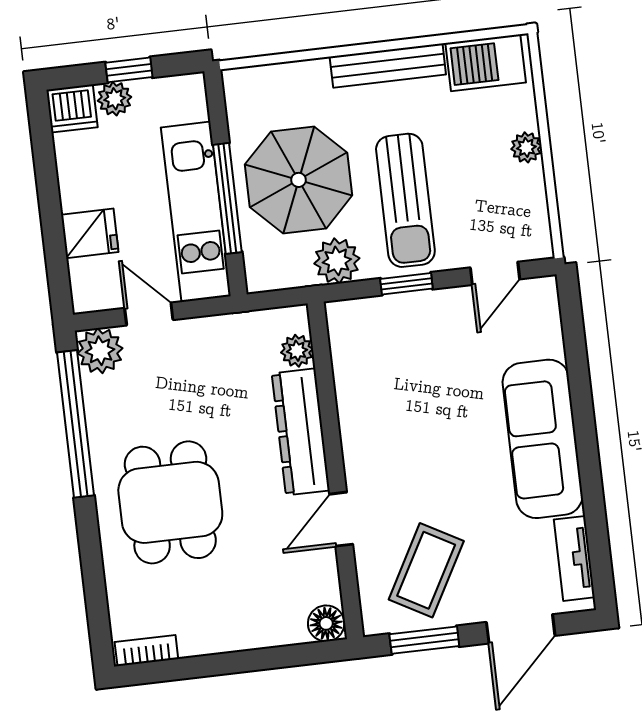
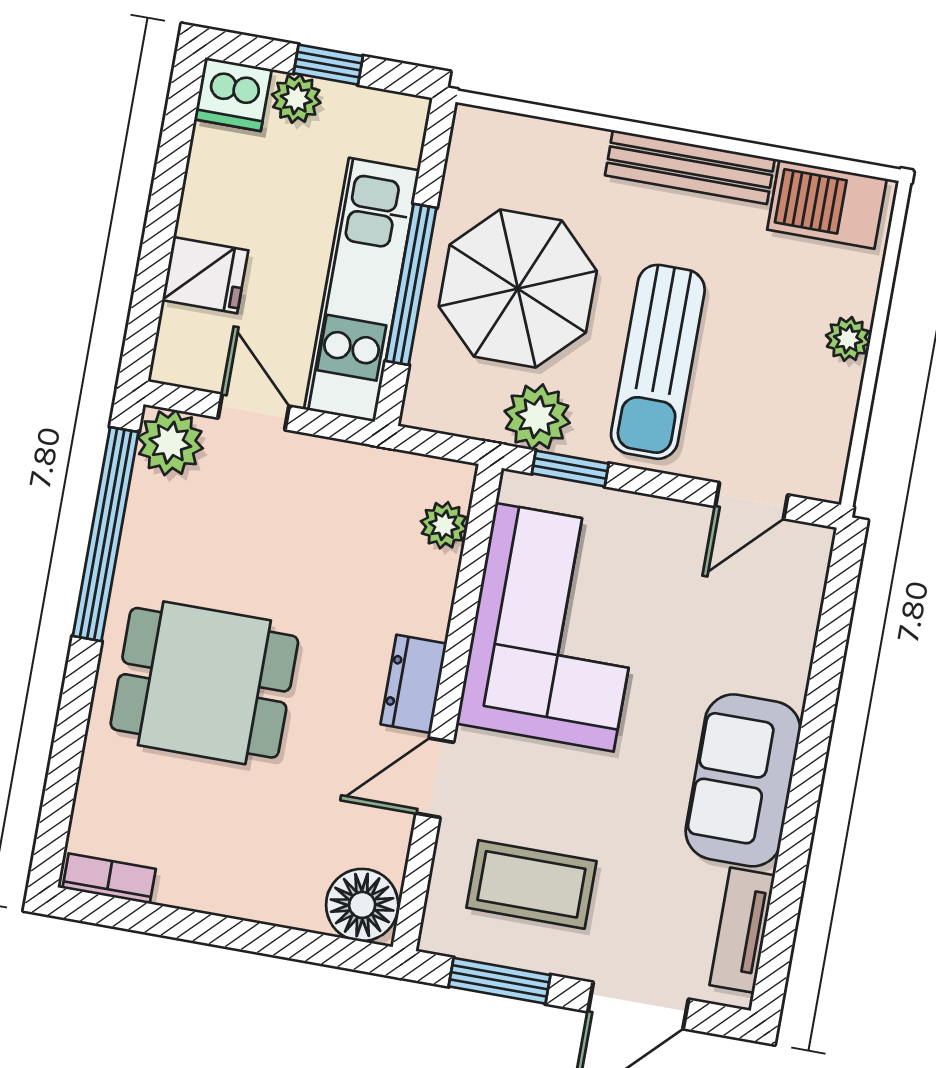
window: (406, 284) -> (570, 468), moved
corner sofa: (390, 396) -> (555, 627), added
dresser: (301, 432) -> (414, 684), width x0.51, depth x0.80
sofa: (543, 439) -> (743, 780), width x0.73
dining table: (170, 502) -> (204, 683), turned 90
coffee table: (426, 570) -> (531, 884), turned 61
floor lamp: (326, 623) -> (362, 905), width x1.38, depth x1.38

